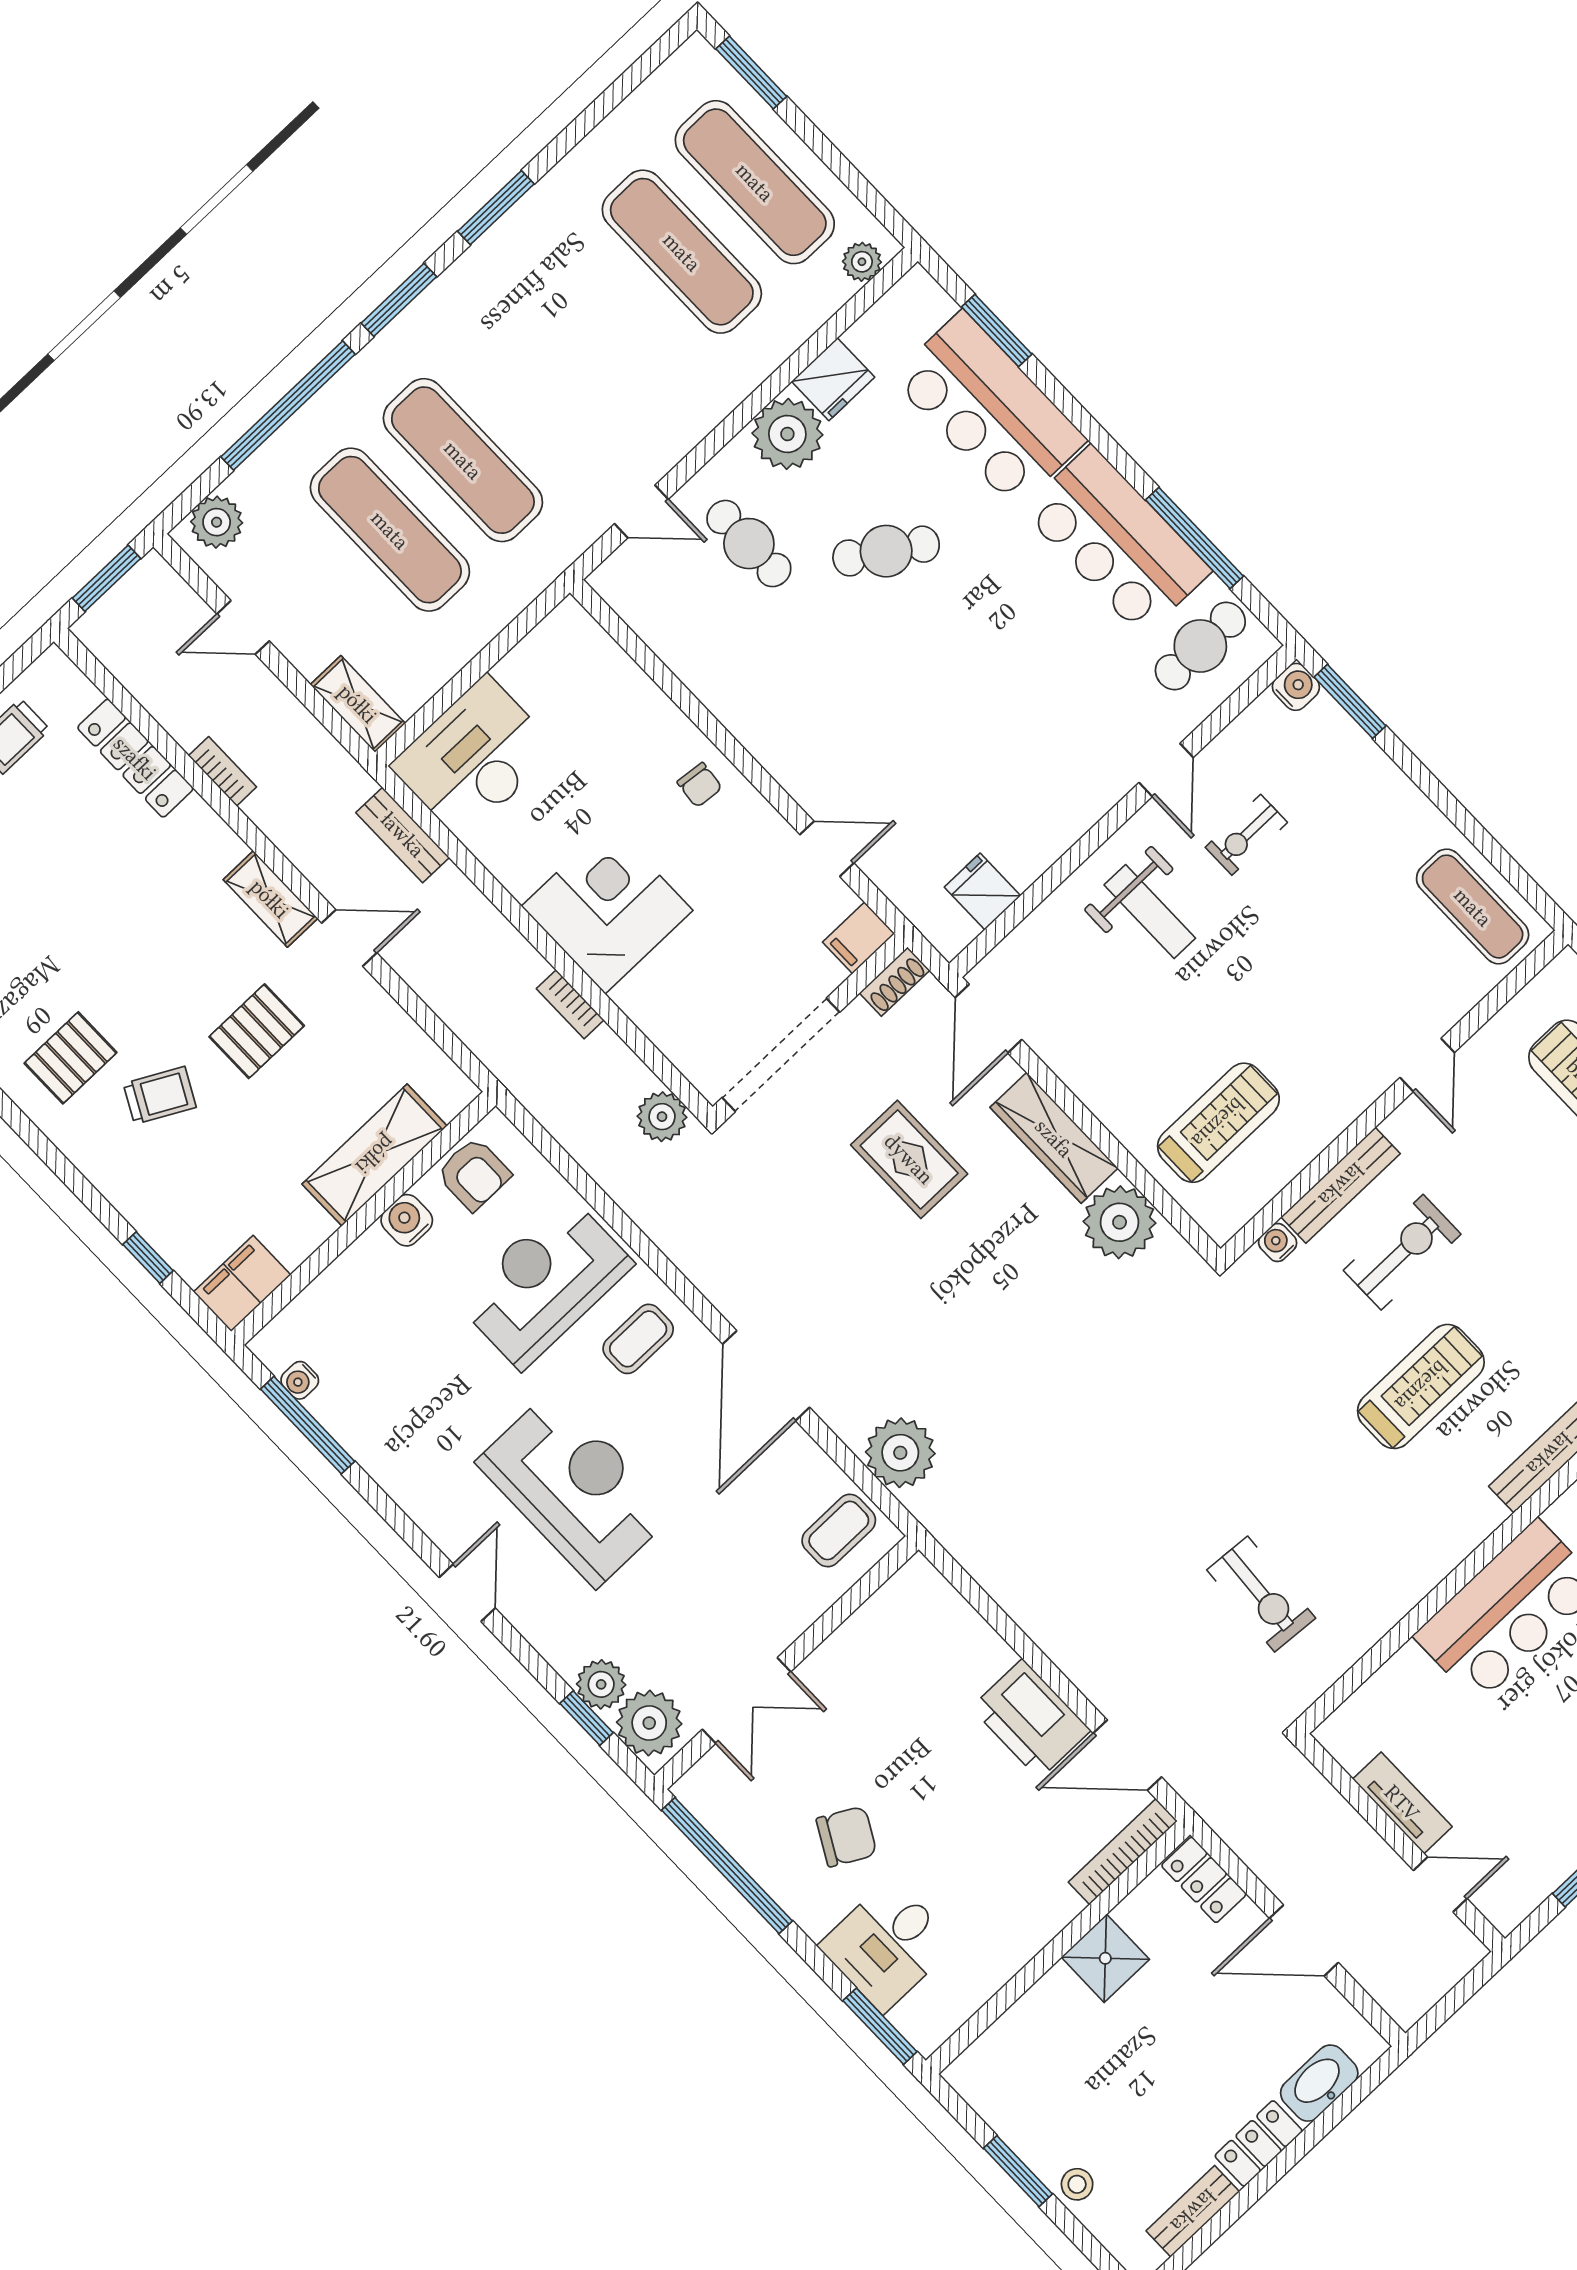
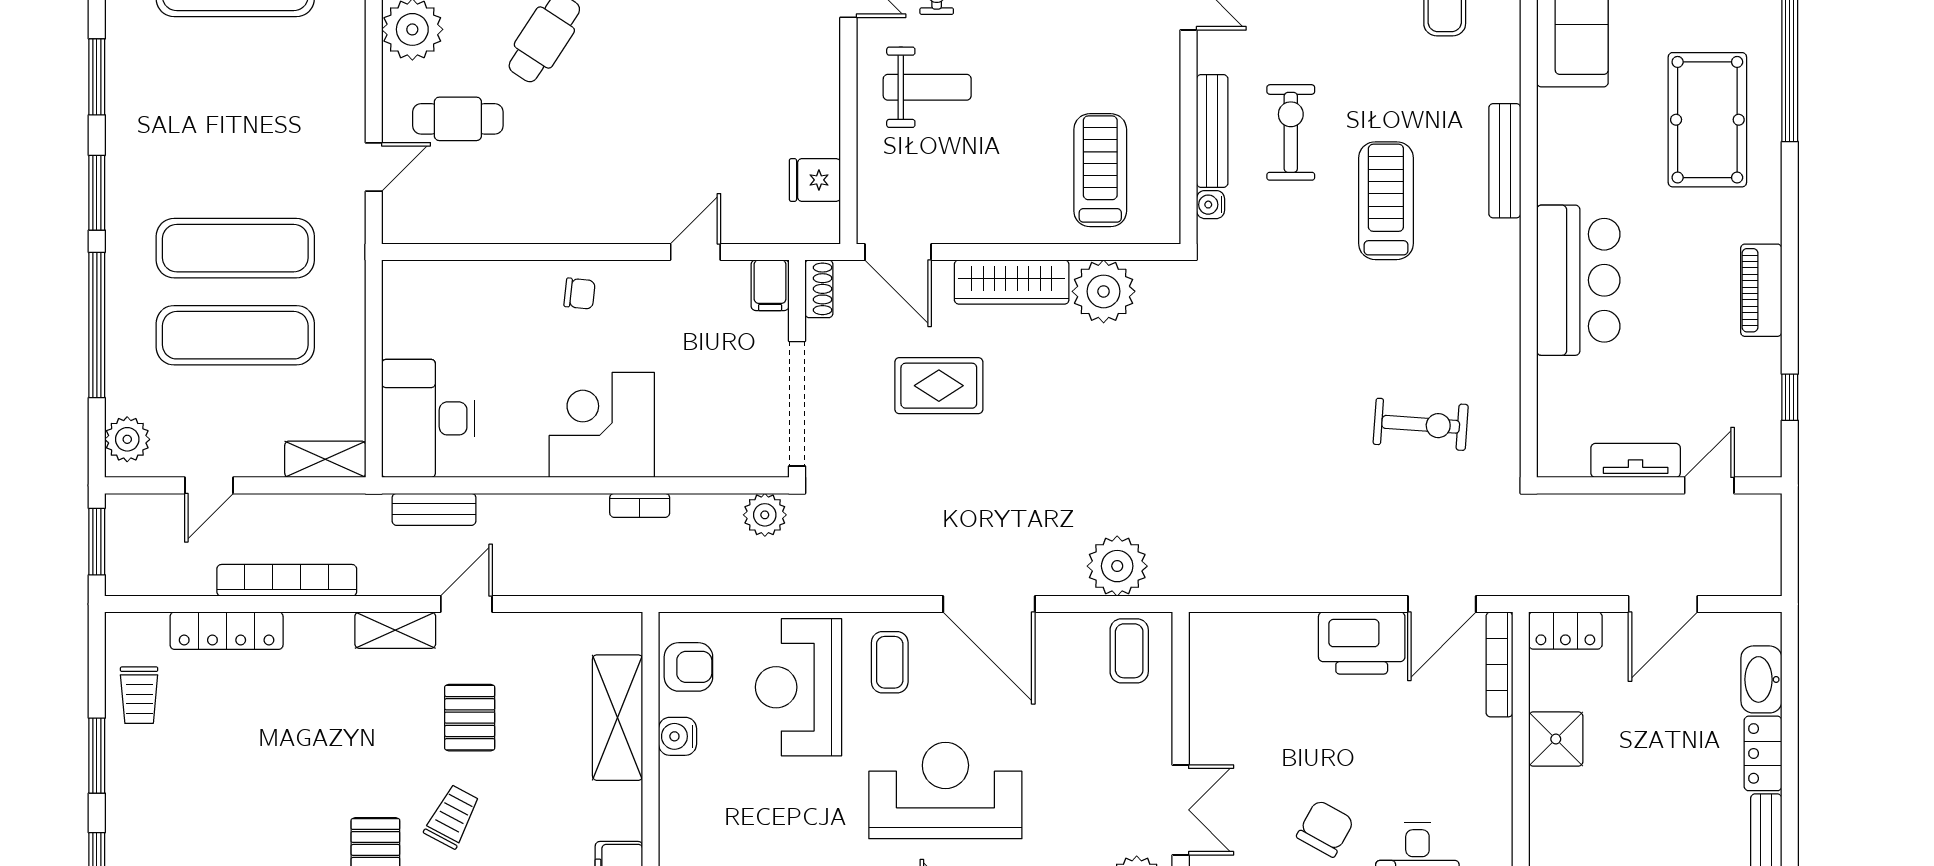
bookcase: (223, 771) -> (287, 580), width x2.31, depth x1.31

